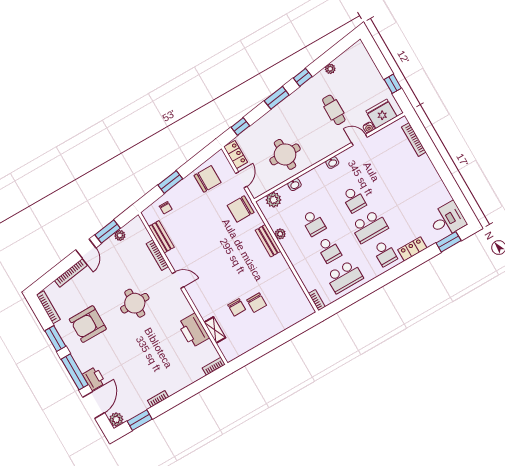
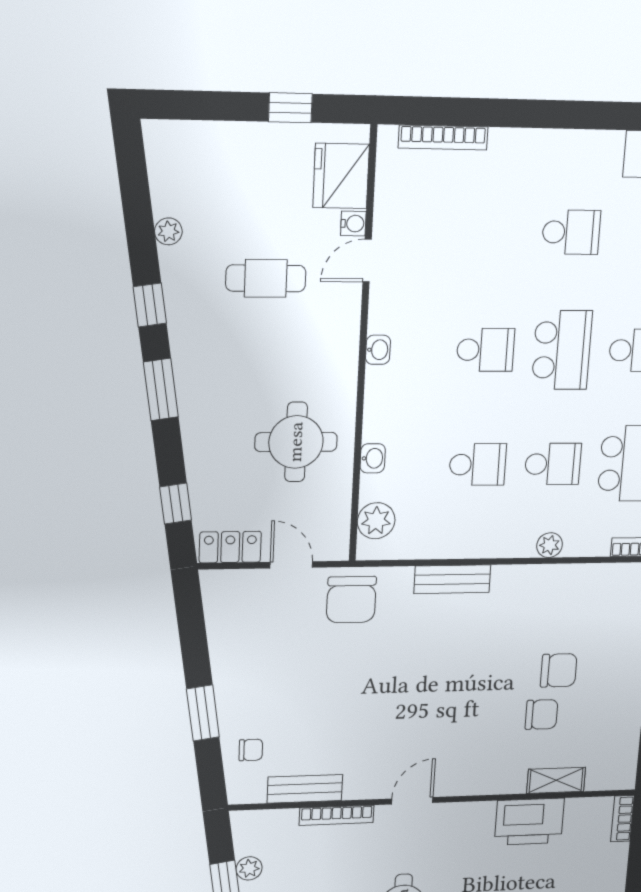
chair: (208, 179) -> (245, 634), removed
school desk: (410, 203) -> (571, 232), added
plant: (280, 234) -> (550, 545), moved

